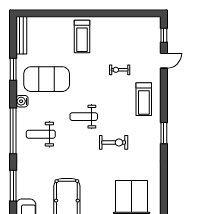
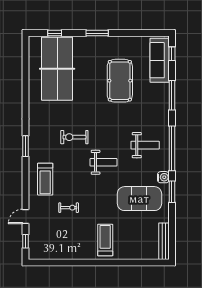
window: (13, 69) -> (172, 192), moved
treadmill: (144, 99) -> (45, 179), turned 180

